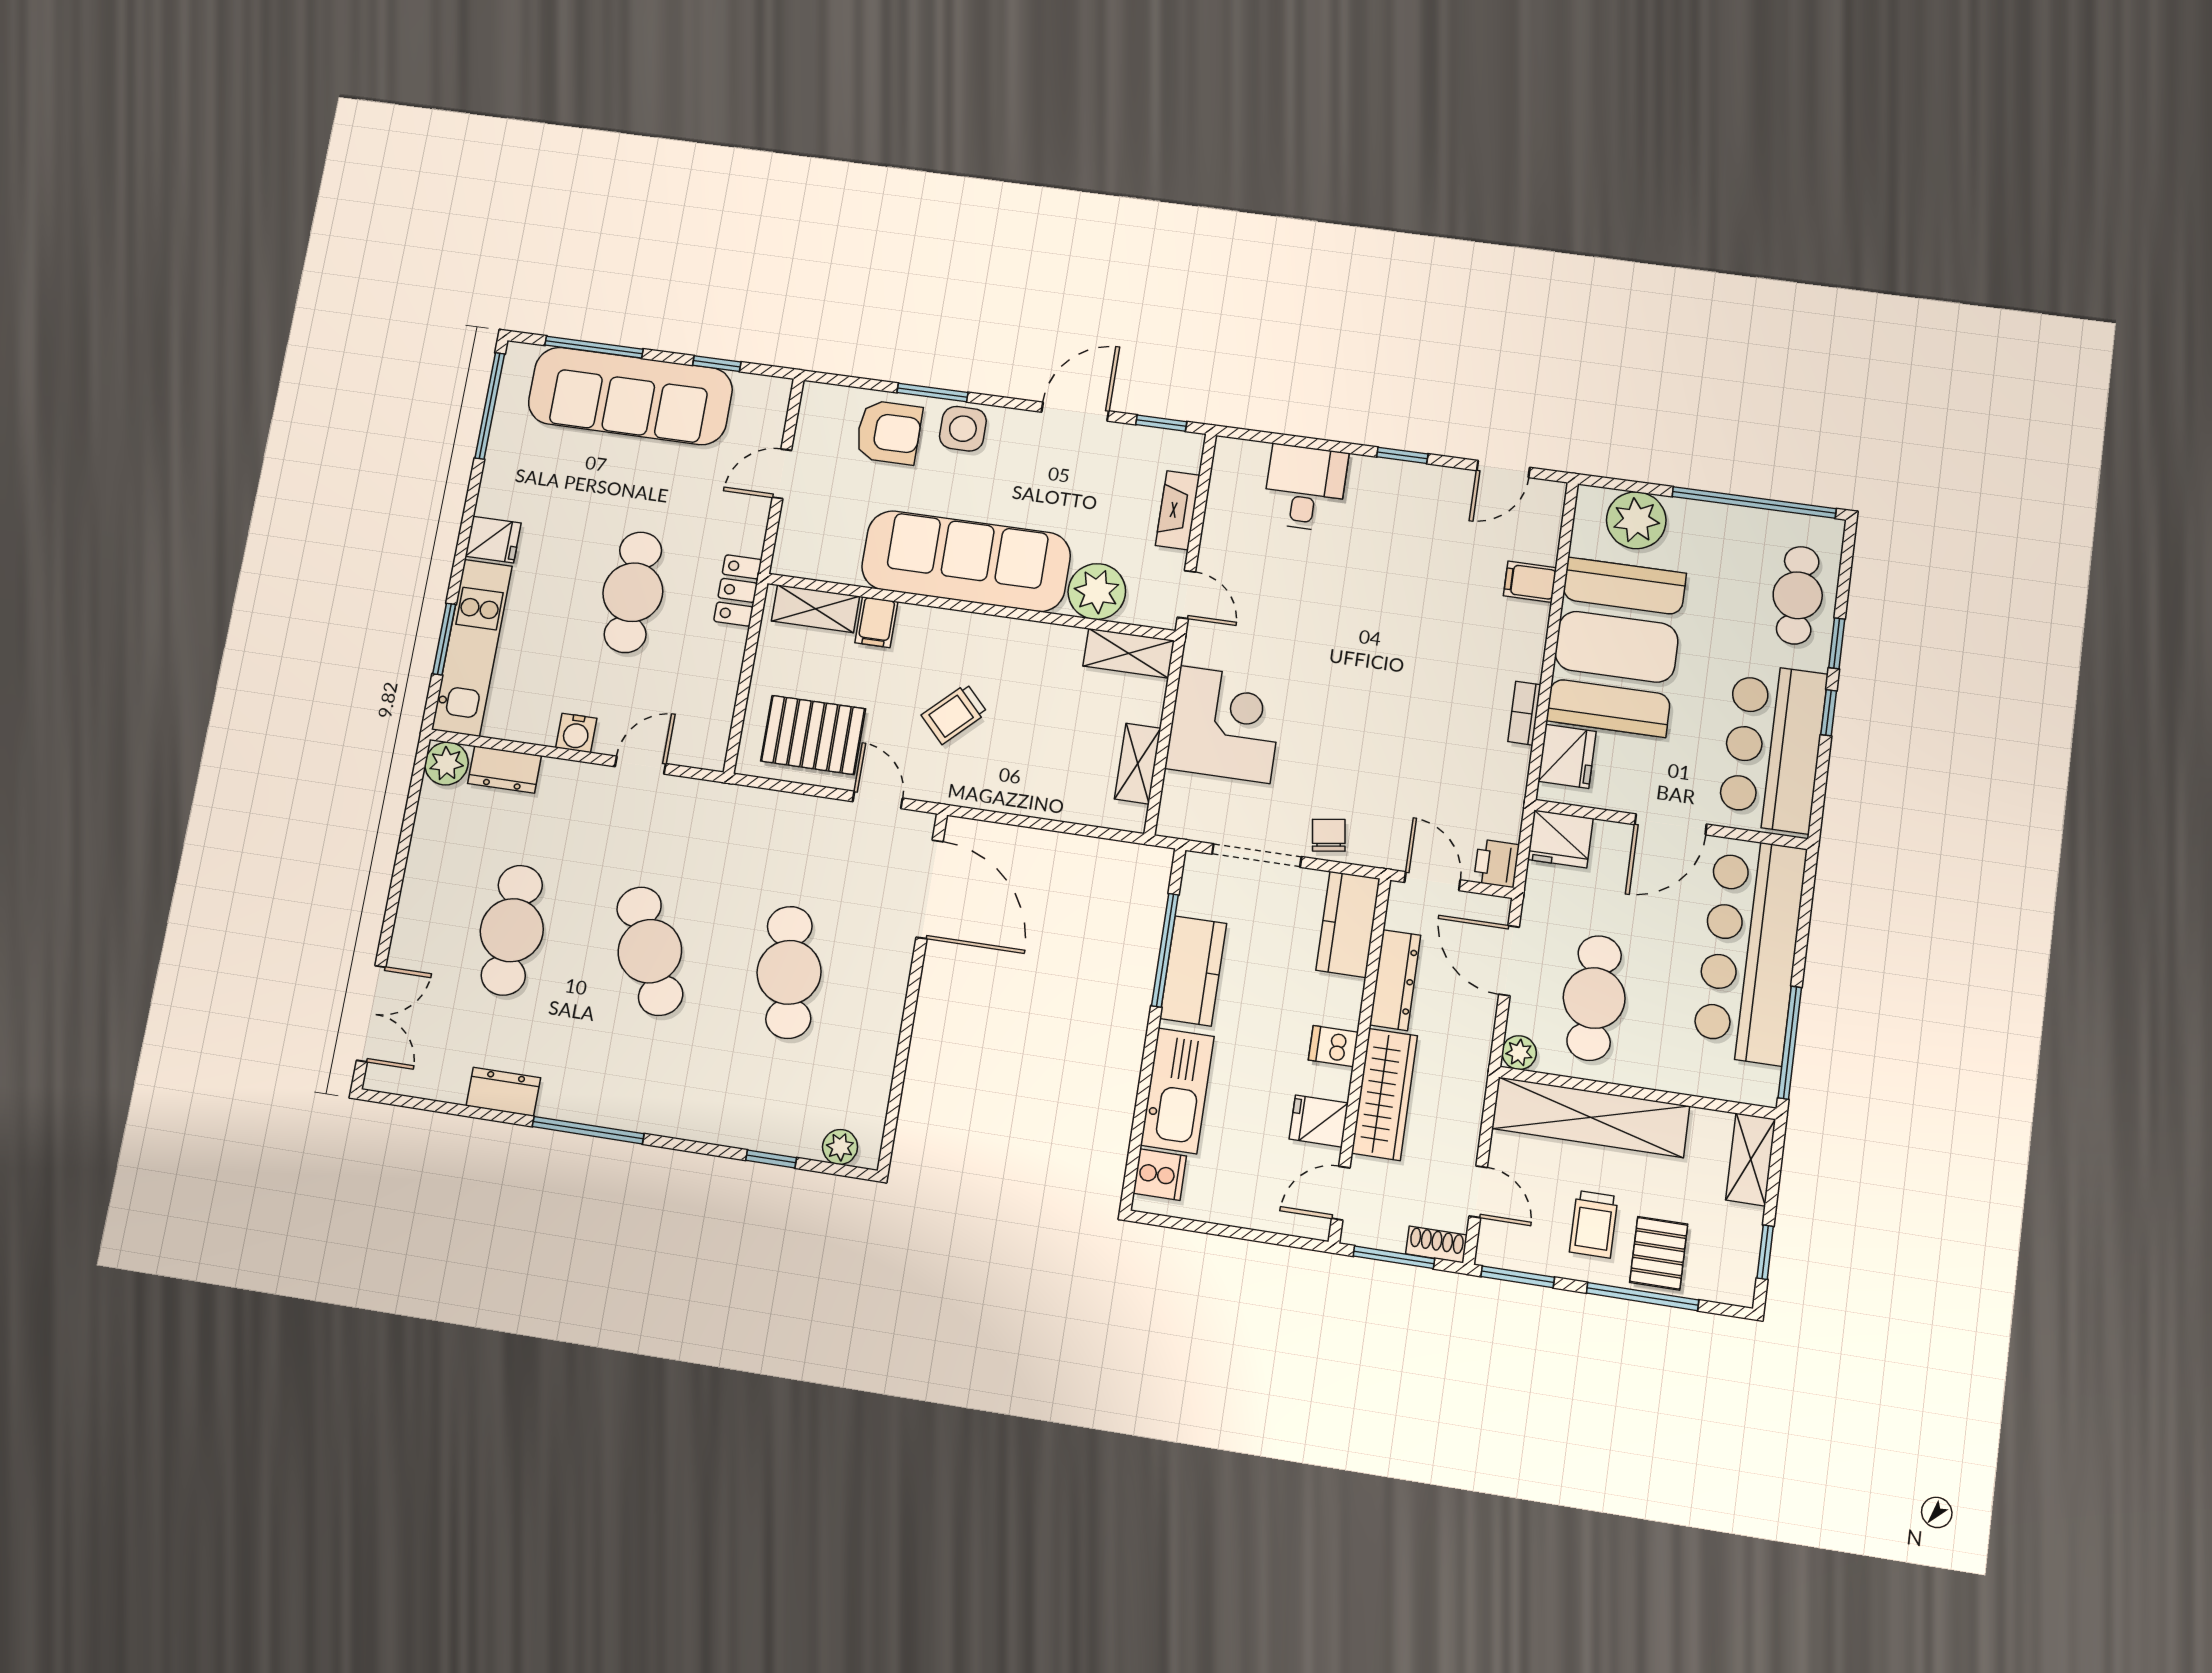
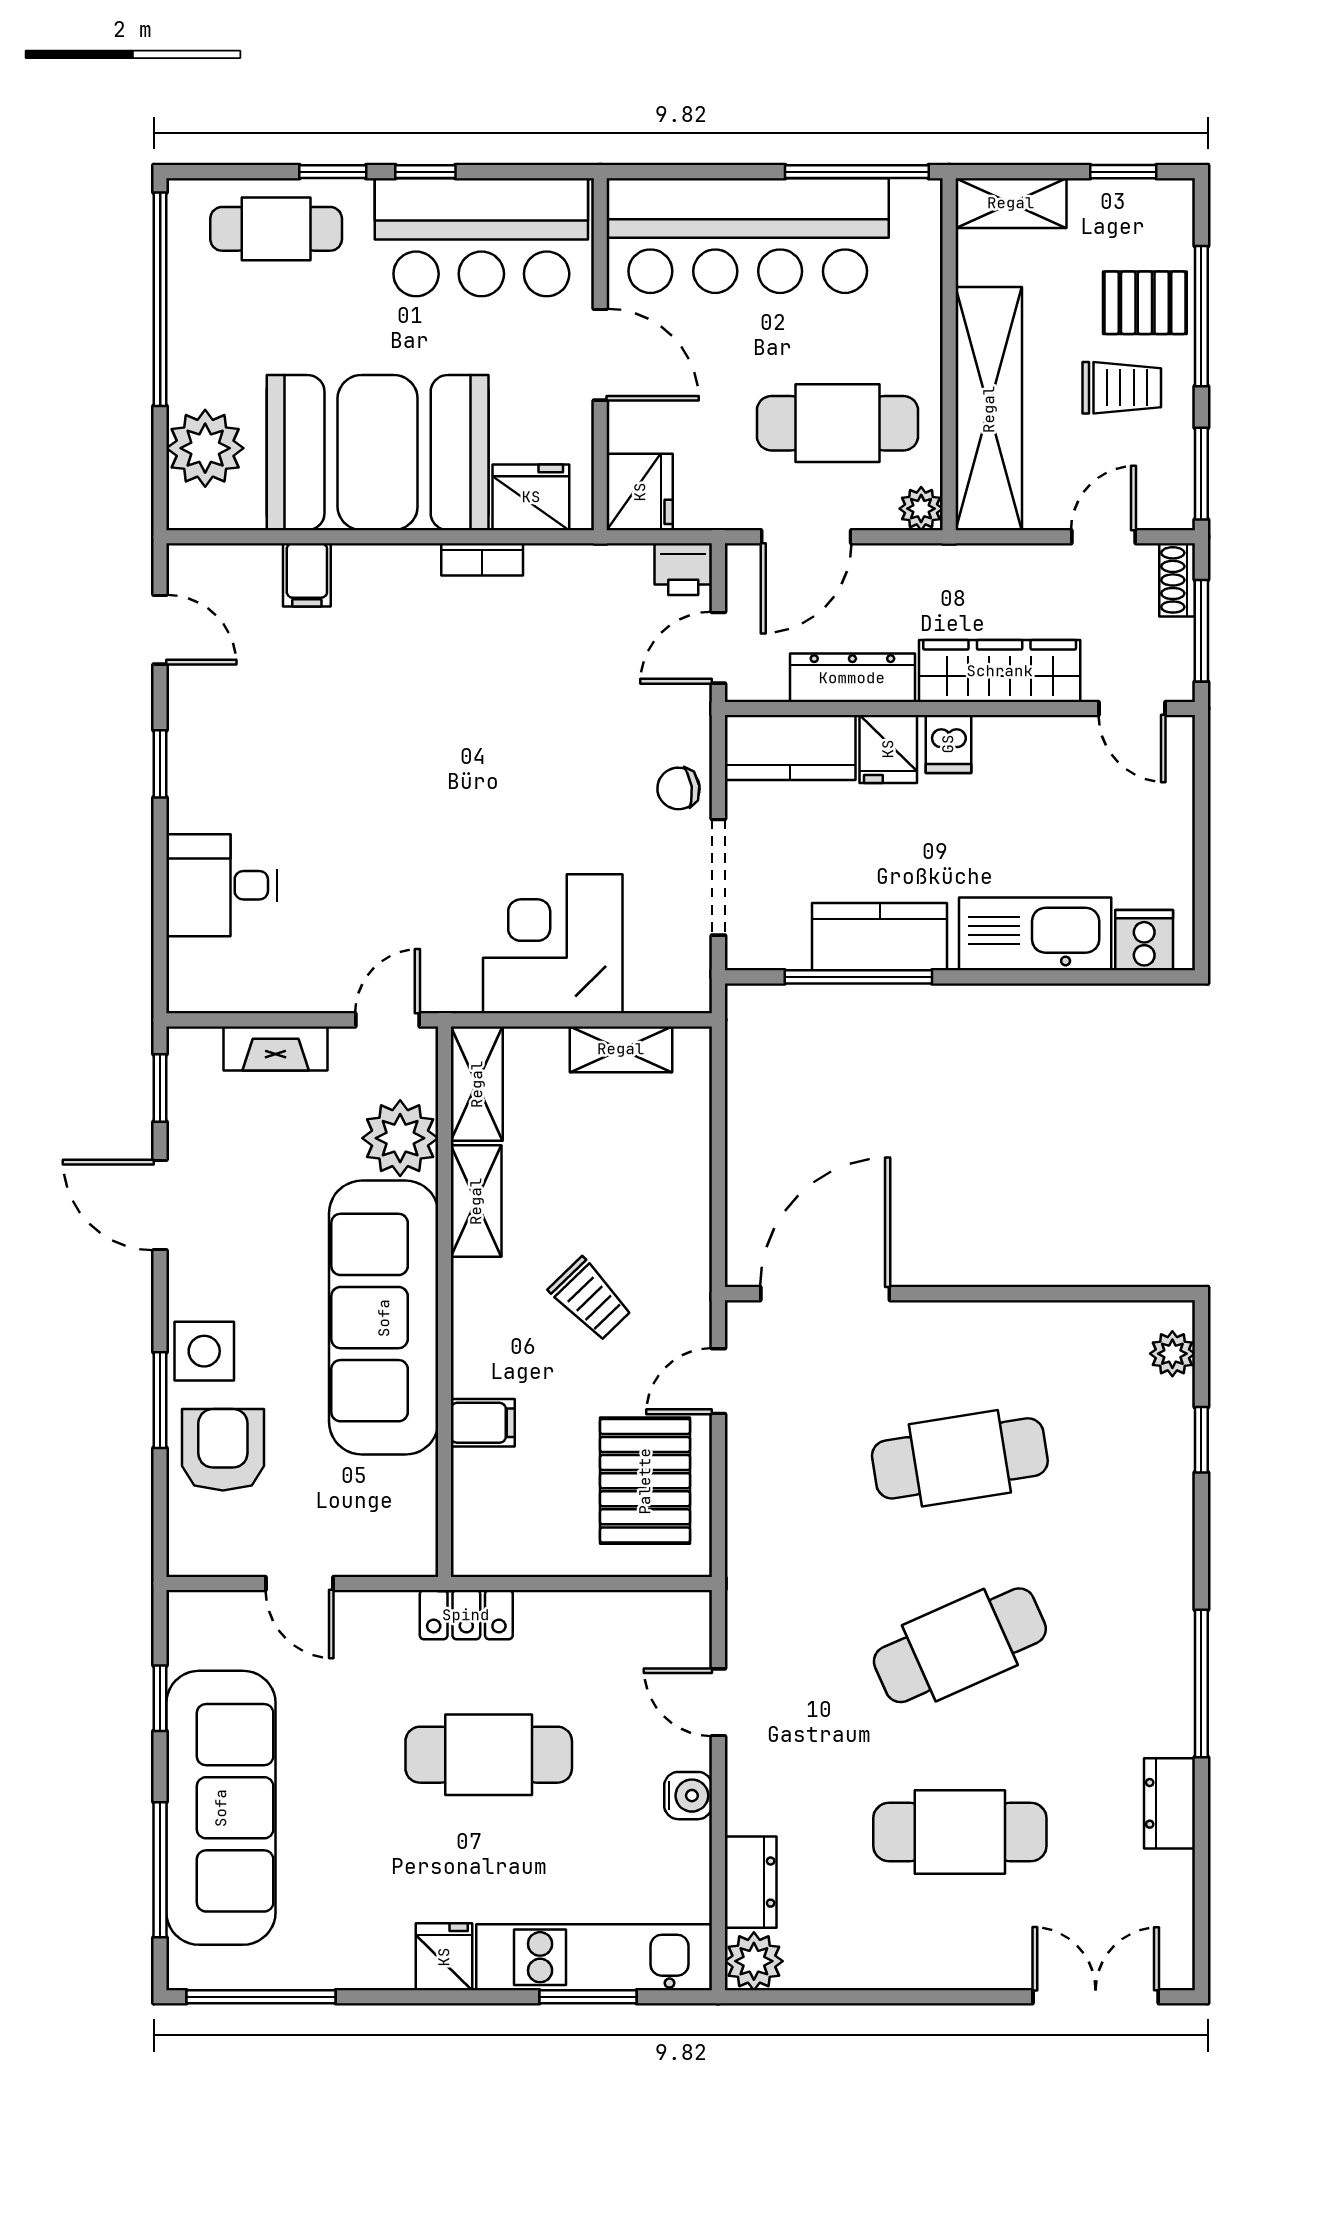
shelving: (815, 609) -> (476, 1201), moved
fridge: (1319, 1121) -> (888, 749), moved

